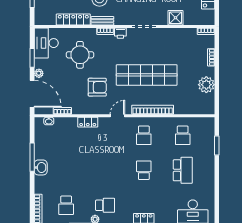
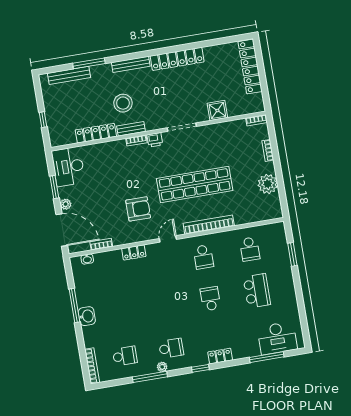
round table: (80, 55) -> (111, 174), removed
school desk: (66, 205) -> (125, 356), turned -90

